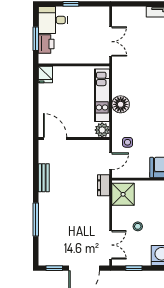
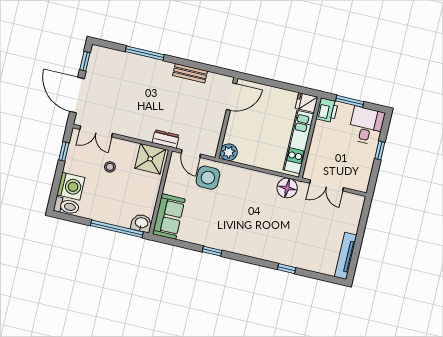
printer: (46, 44) -> (327, 110), moved, turned -90
kitchen unit: (102, 95) -> (298, 142), moved, turned -90
floor lamp: (121, 104) -> (287, 188), moved
side table: (127, 142) -> (208, 178), width x1.87, depth x1.87

